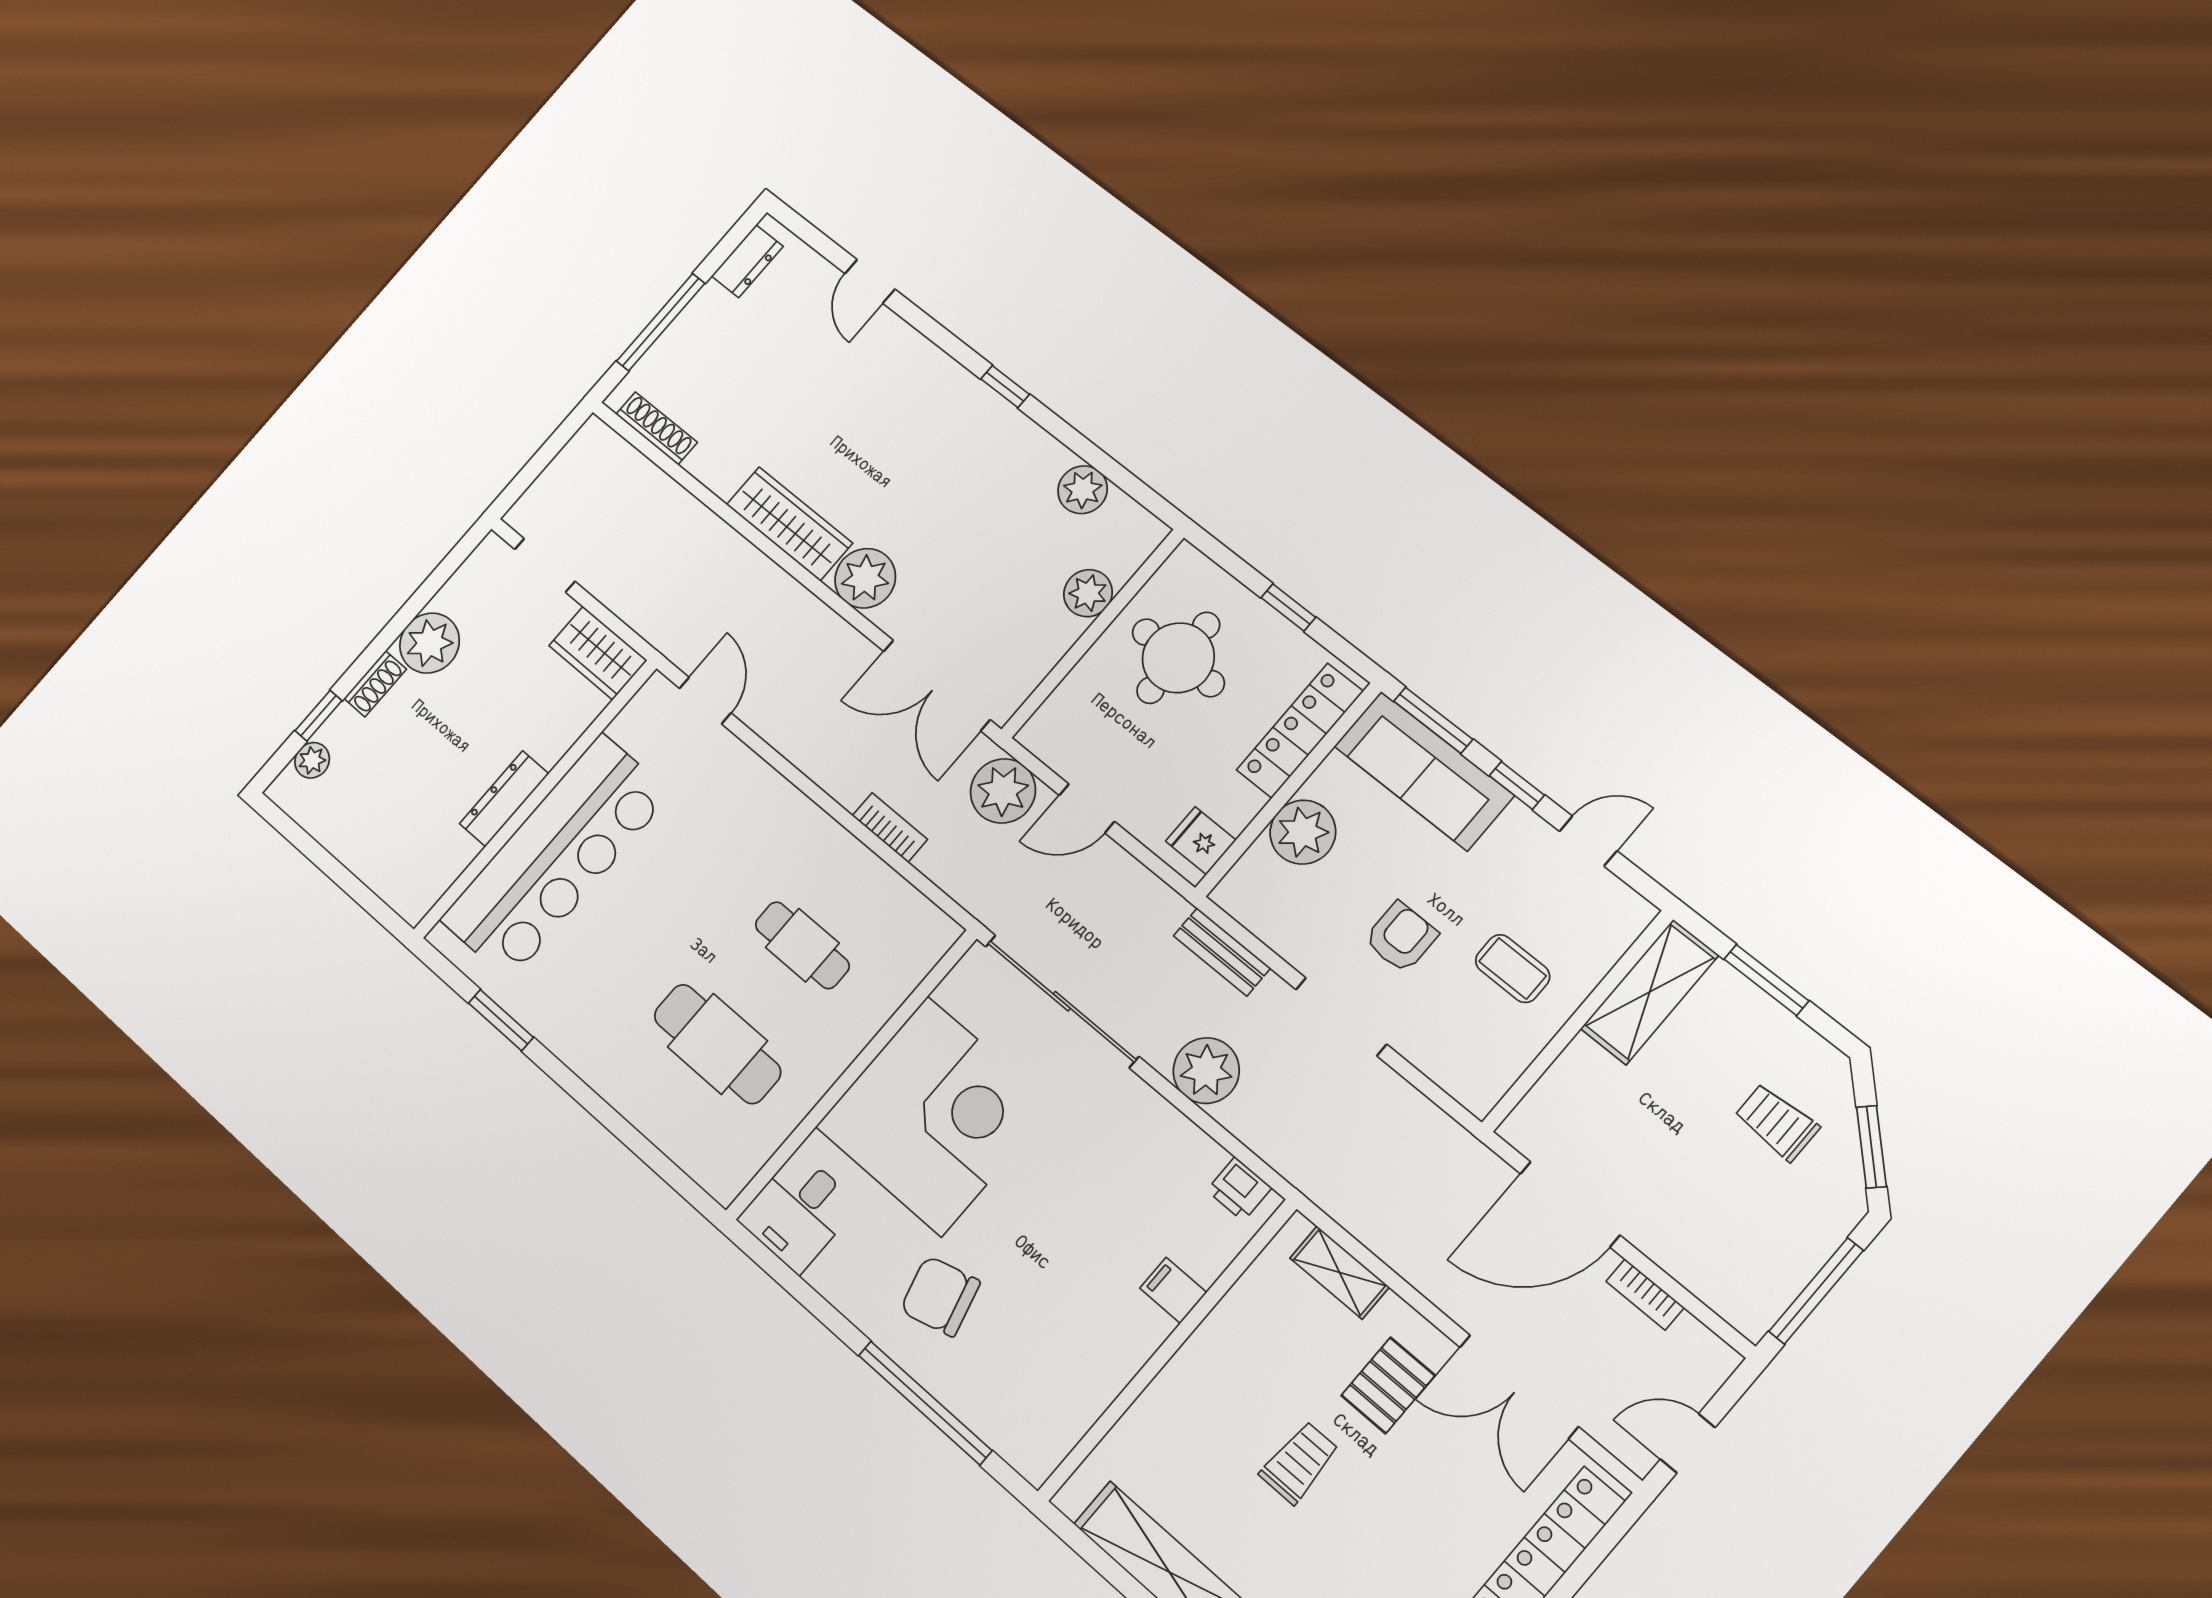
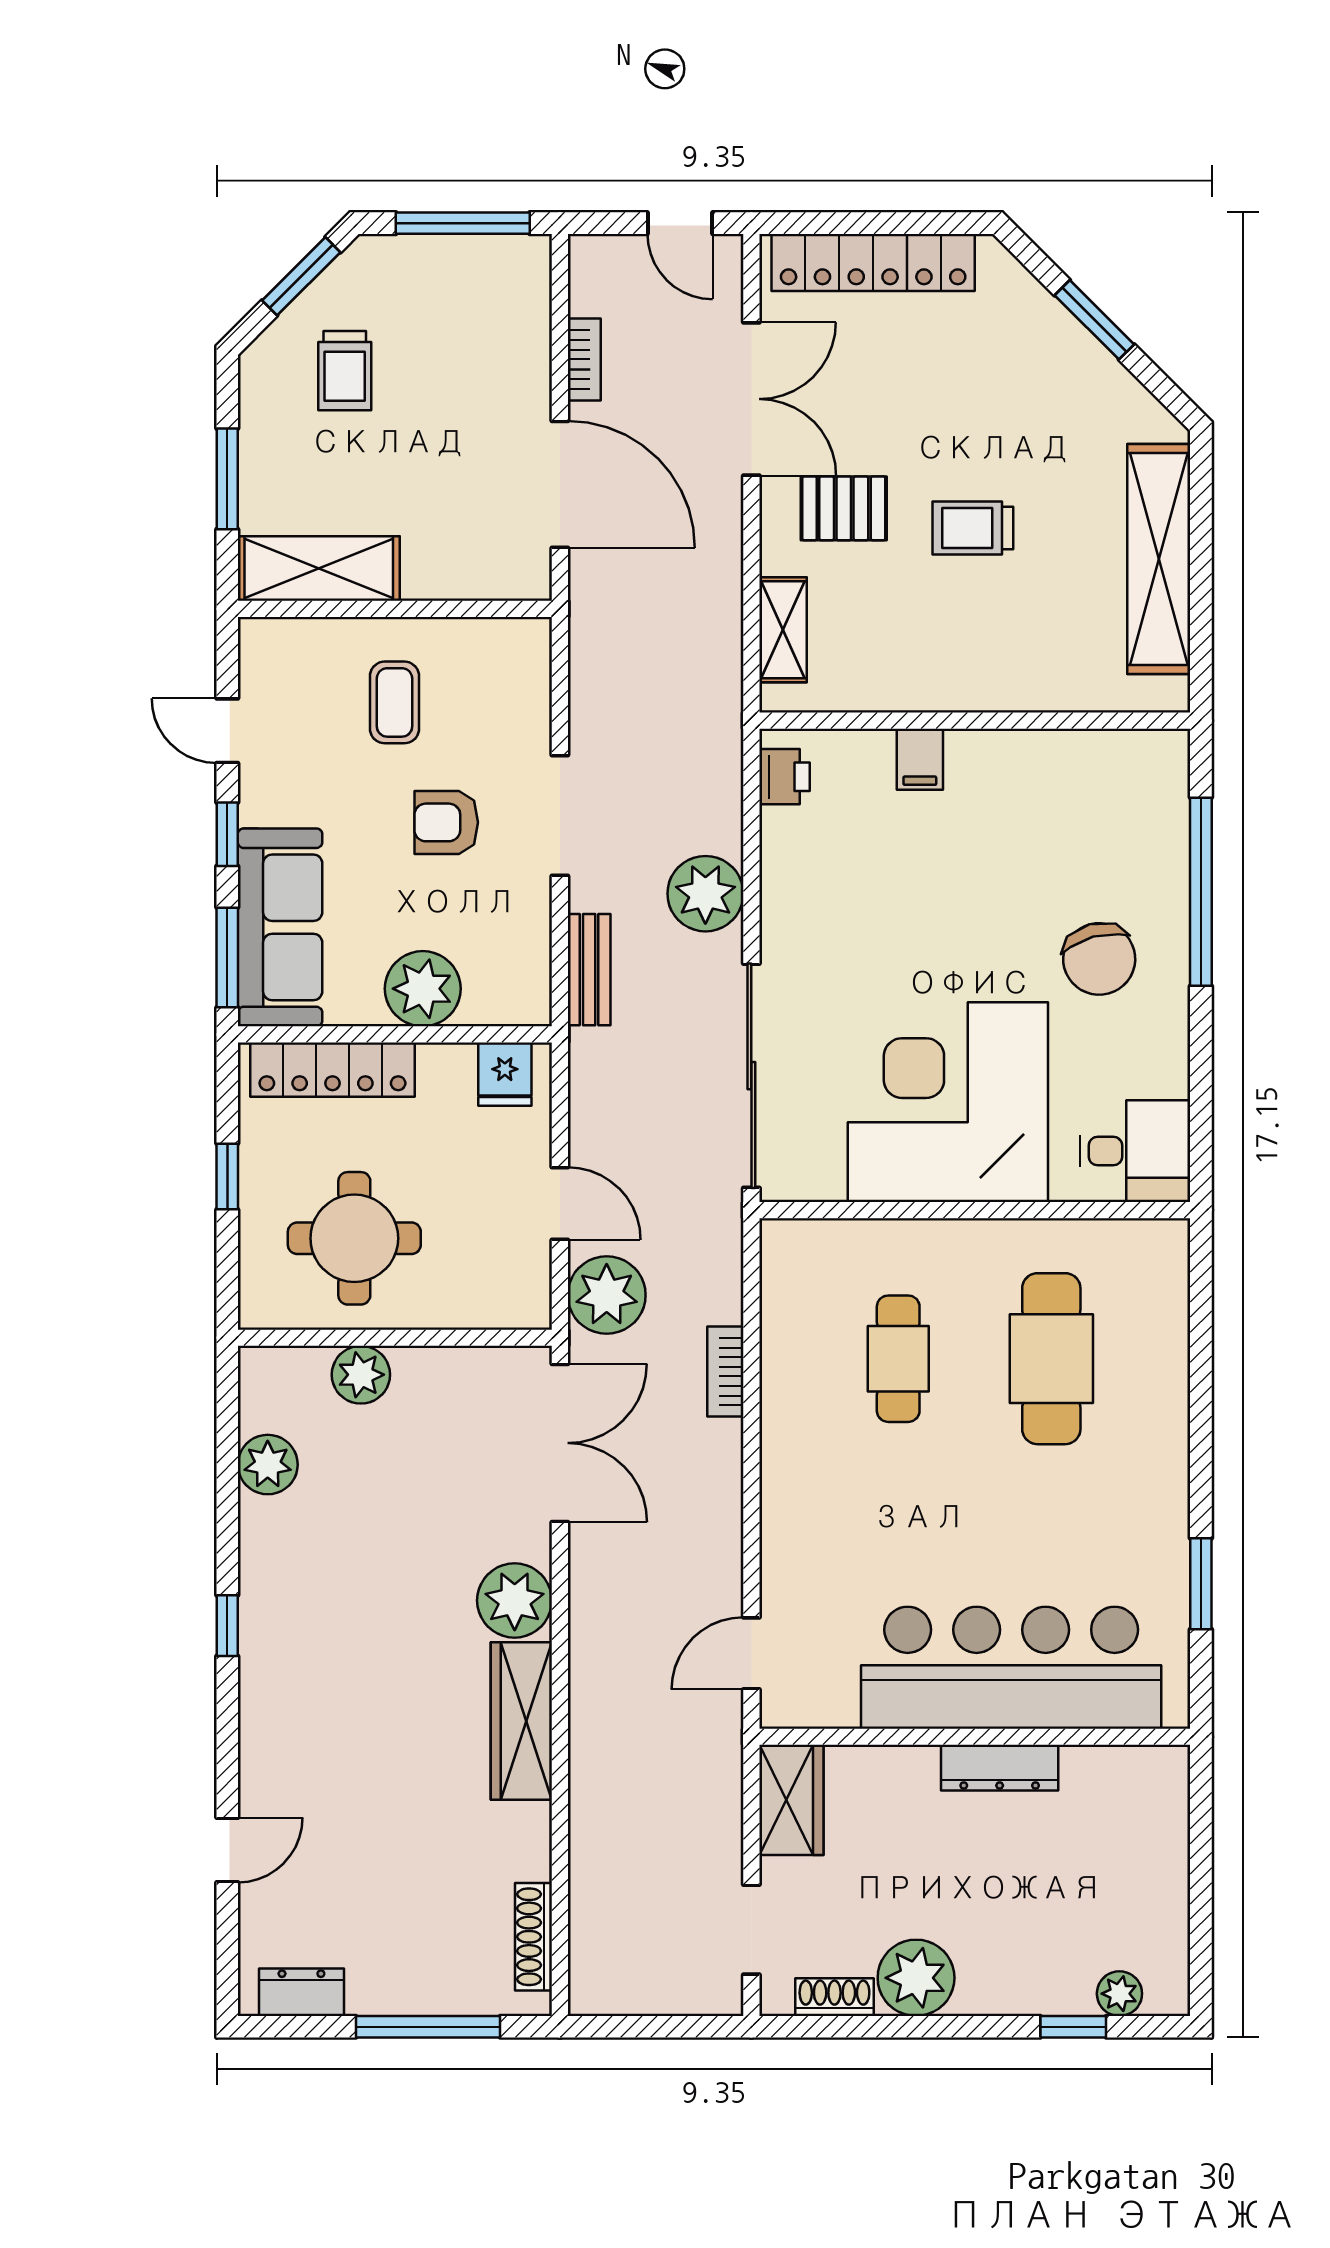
shoe rack: (375, 684) -> (834, 1997), moved

